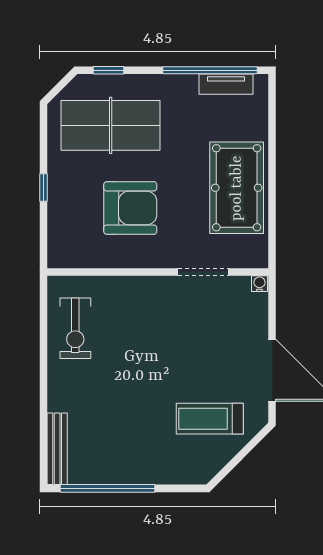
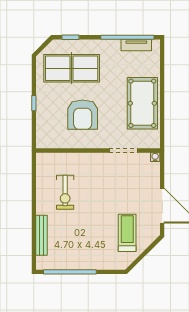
armchair: (130, 208) -> (83, 115), turned 90
exercise bike: (75, 328) -> (65, 192), moved
treadmill: (210, 419) -> (127, 233), turned 90
bench: (57, 449) -> (42, 235), moved

